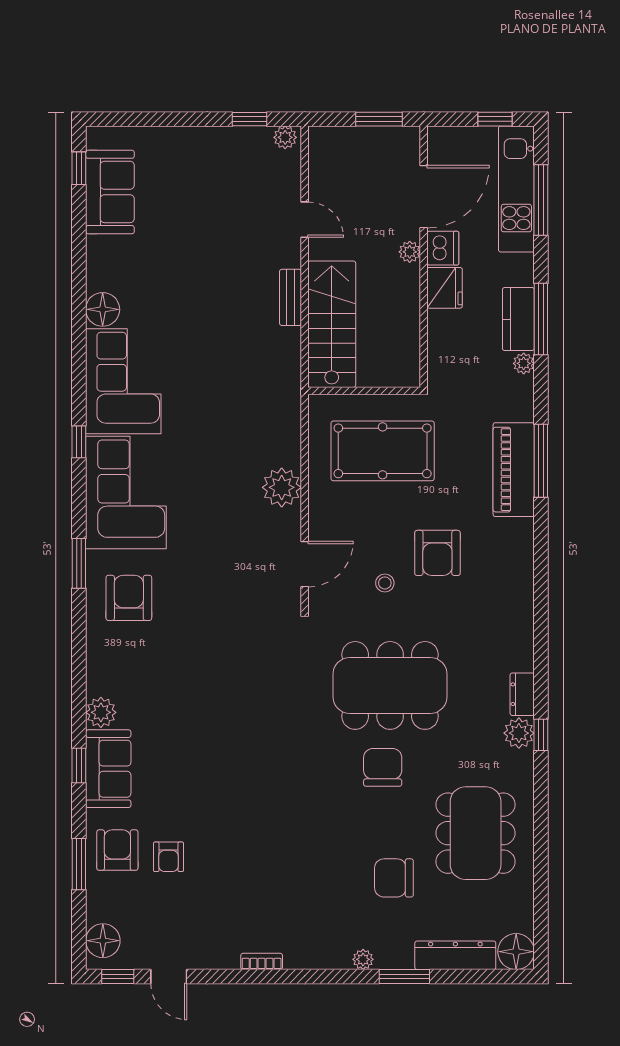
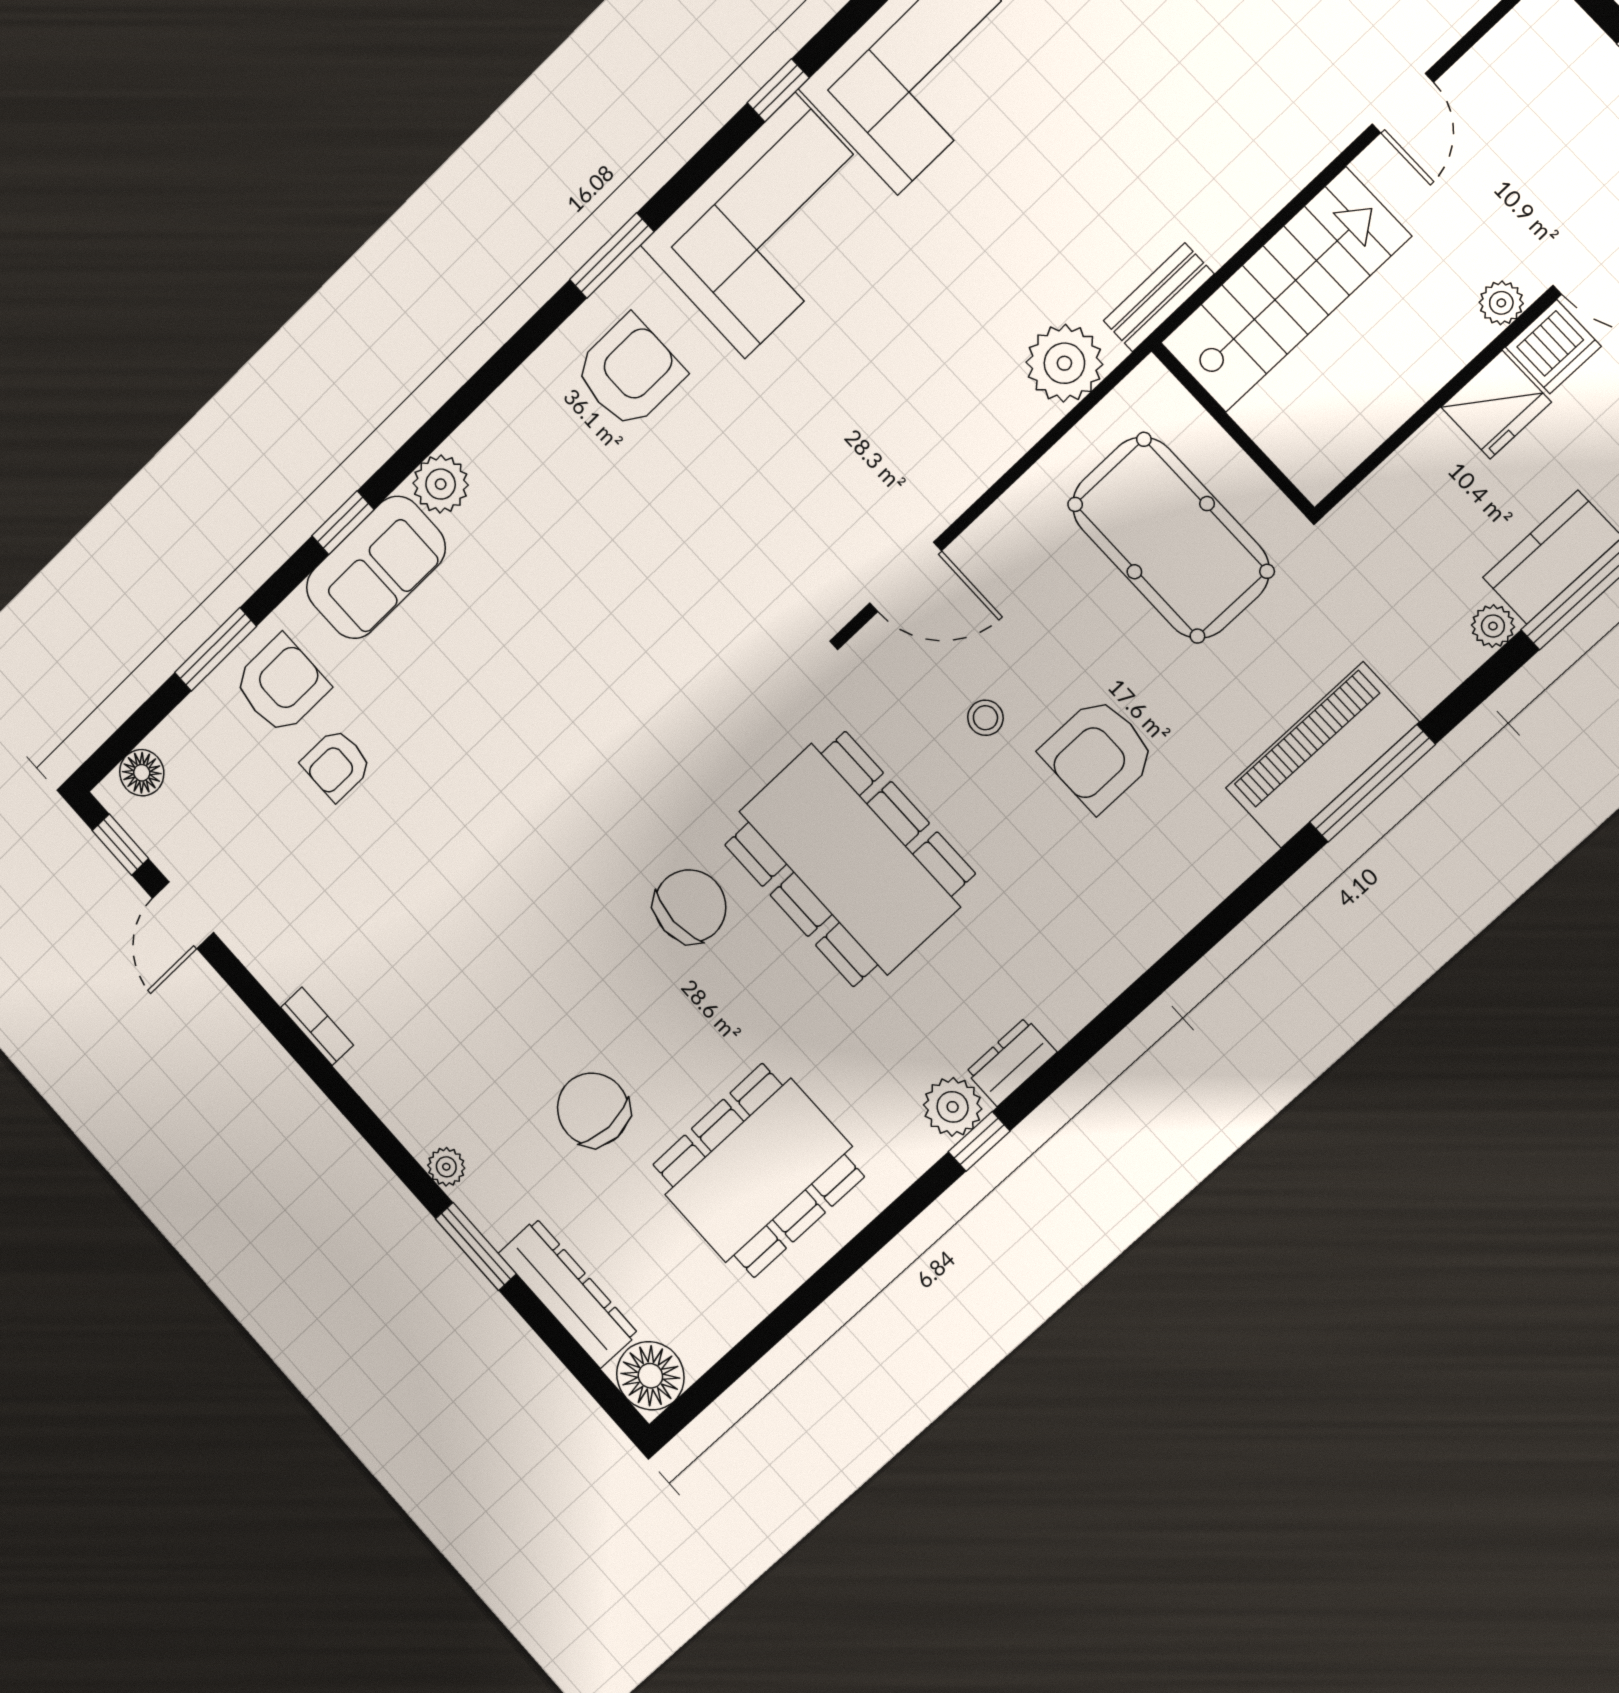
bench: (291, 297) -> (1159, 297), moved
plant: (282, 487) -> (1064, 363), moved
chair: (383, 767) -> (690, 906), moved
floor lamp: (103, 941) -> (142, 773), width x0.73, depth x0.73

